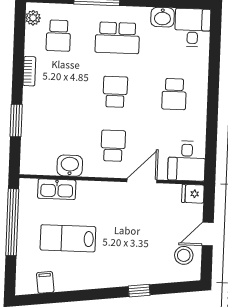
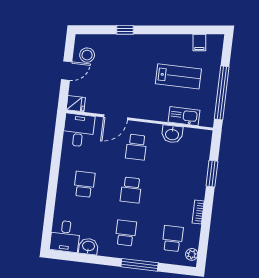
school desk: (117, 38) -> (126, 233), width x0.54

